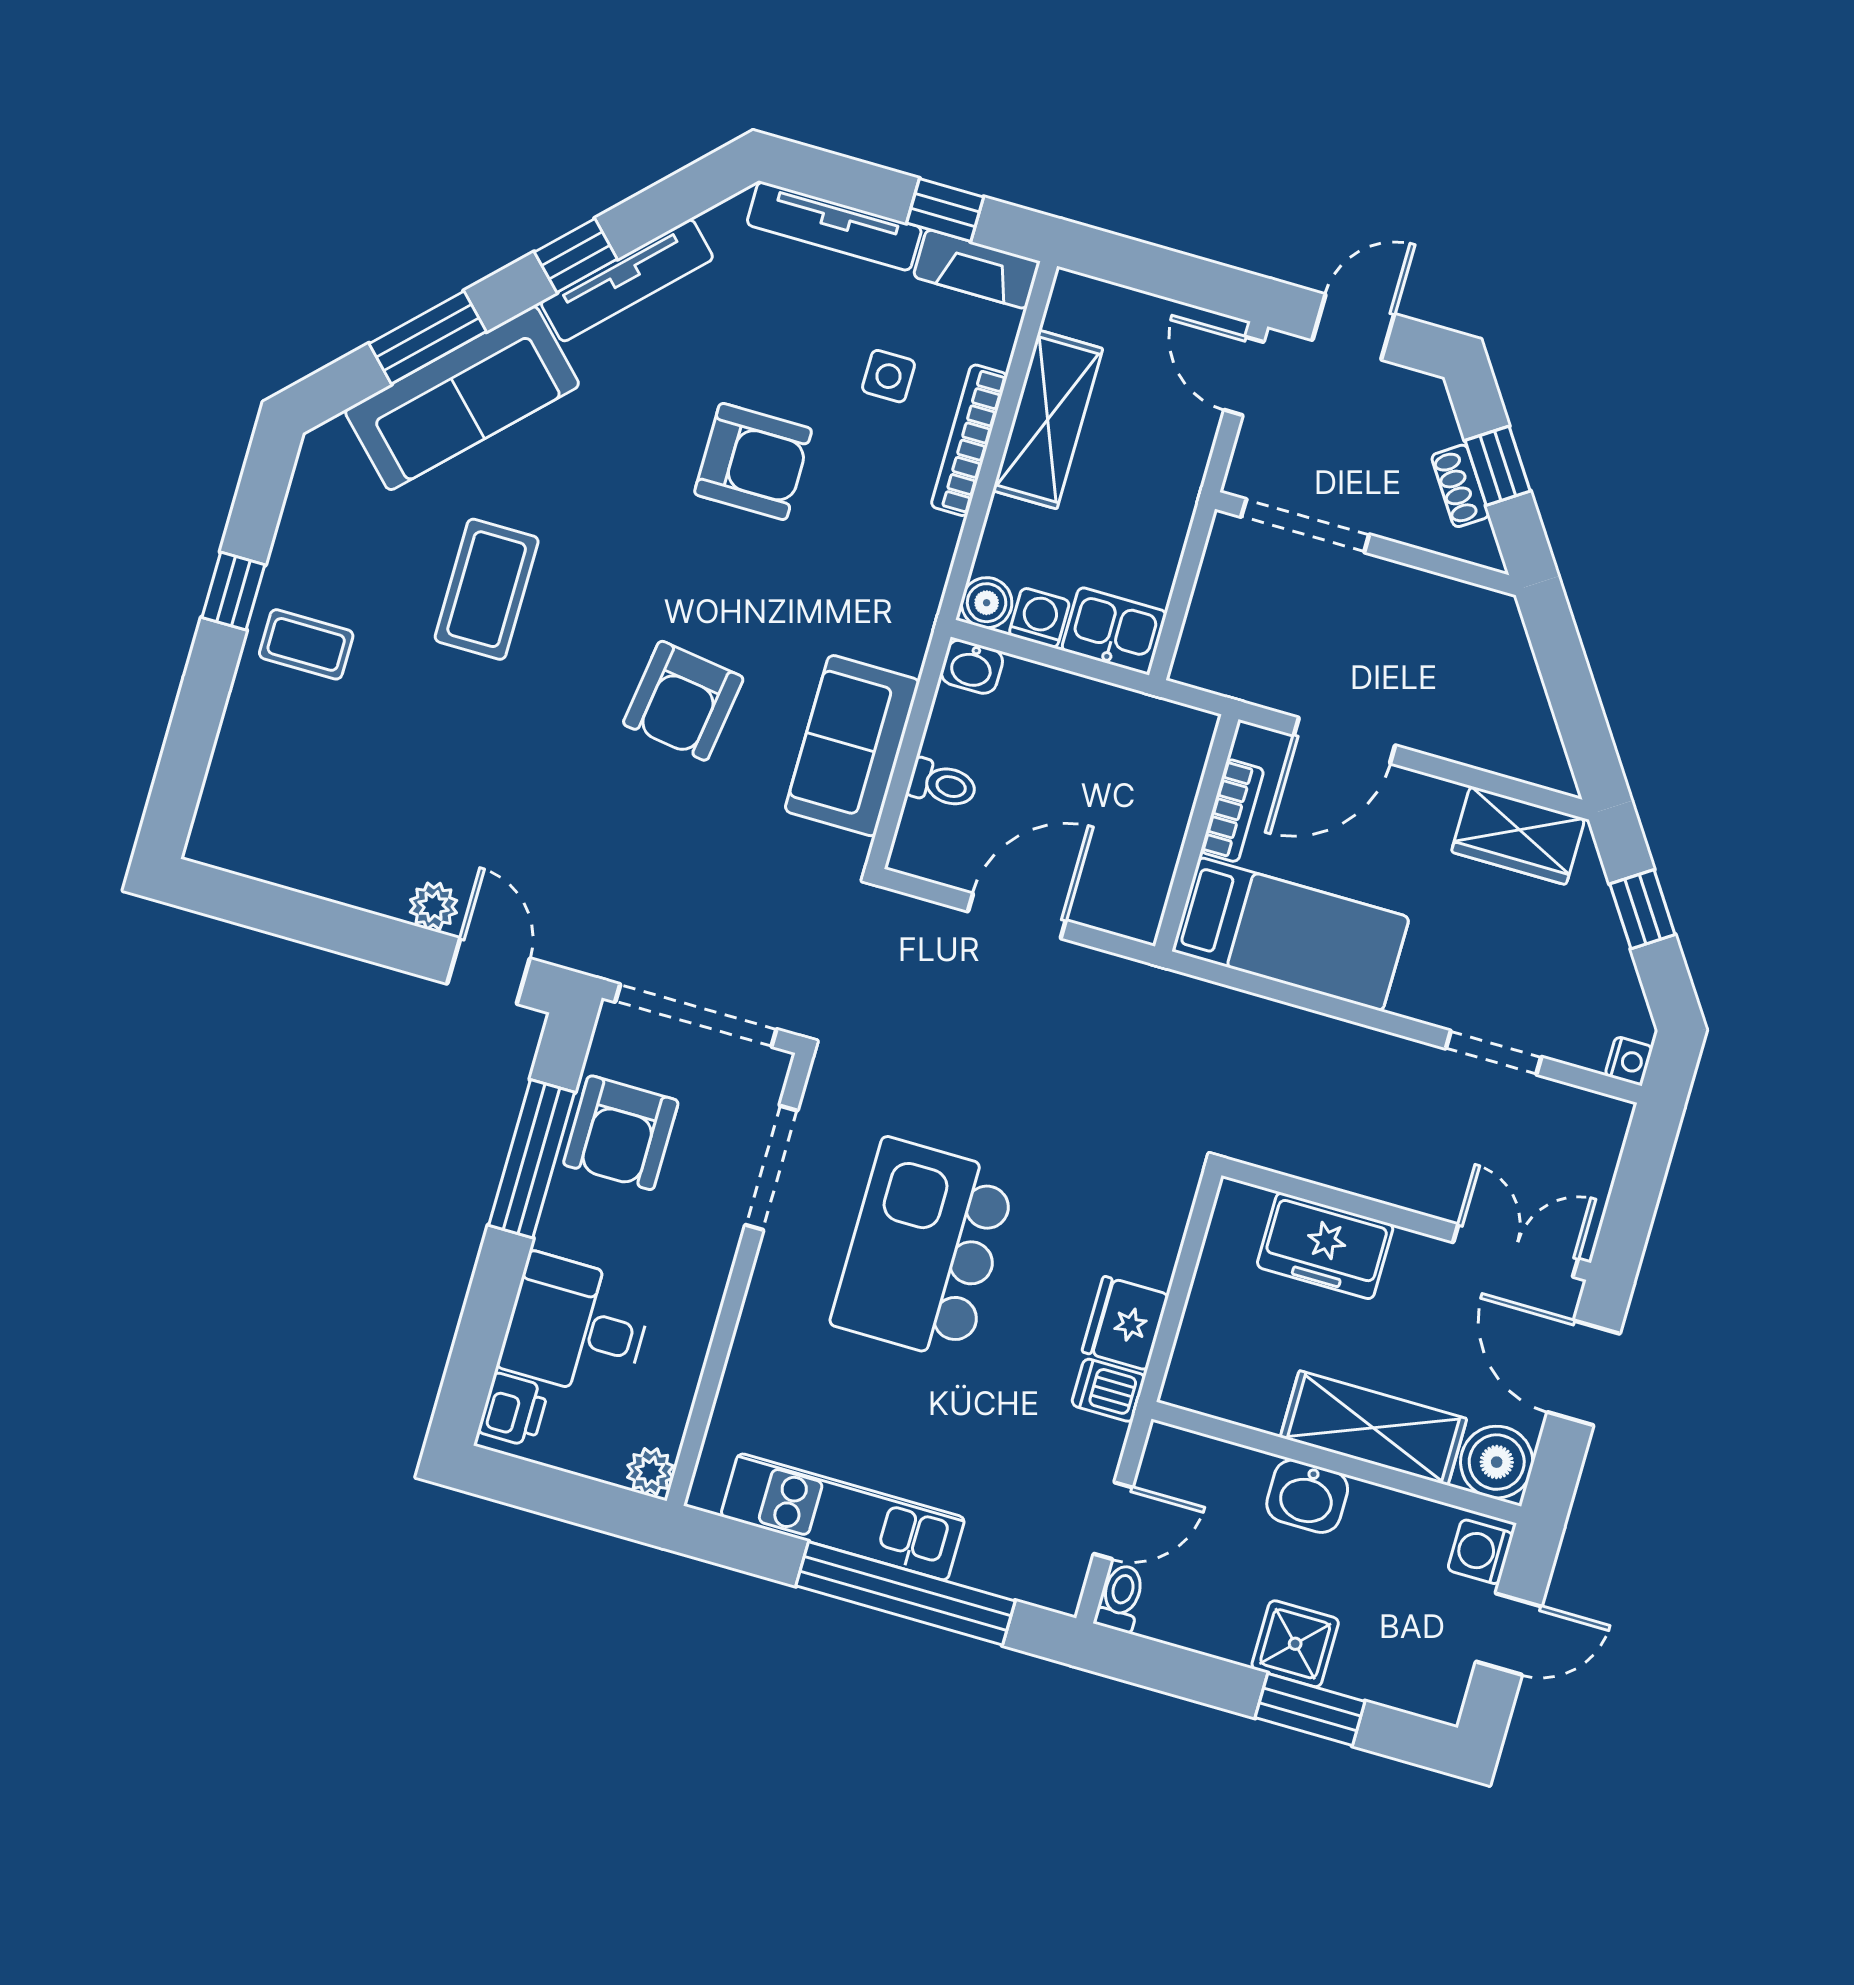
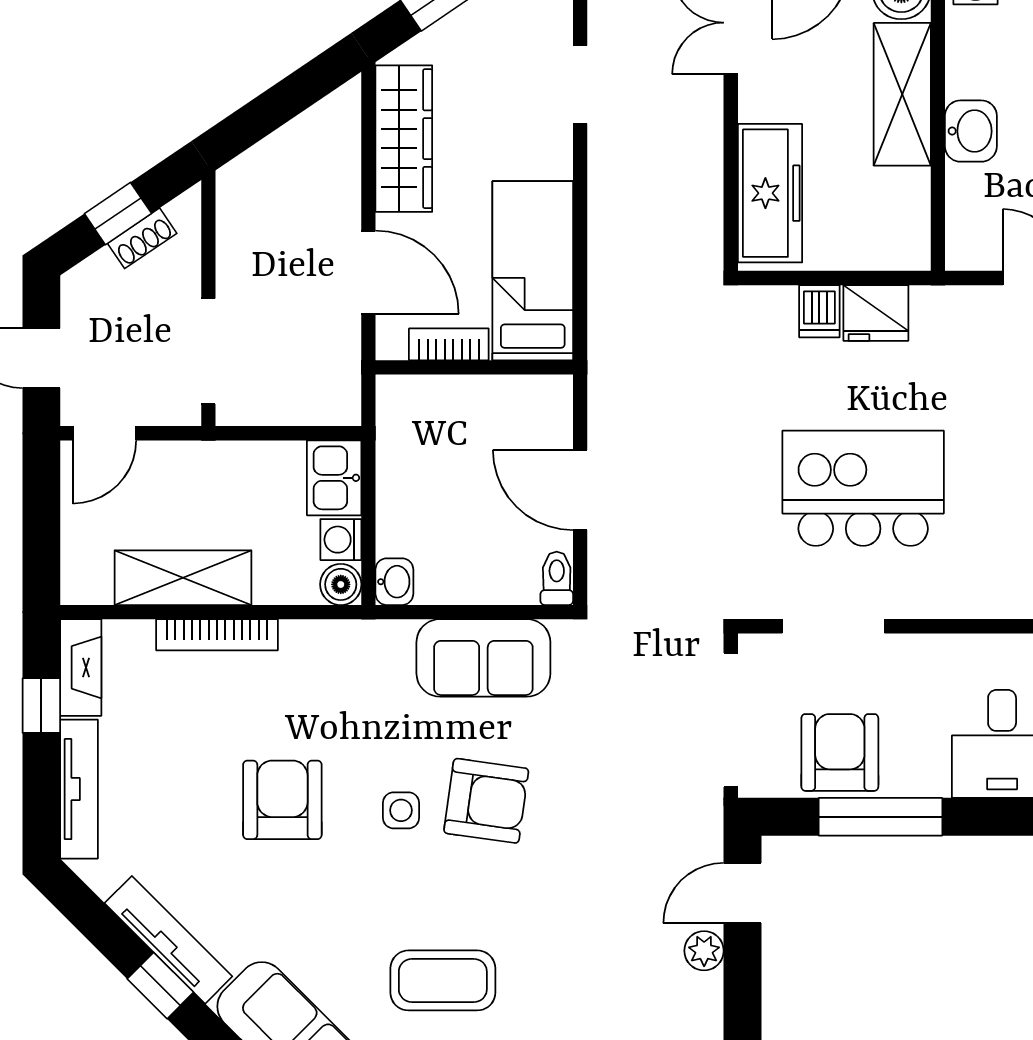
side table: (889, 376) -> (401, 810), moved
toilet: (942, 784) -> (557, 578), moved
wardrobe: (1518, 835) -> (404, 139), width x1.50
armchair: (621, 1133) -> (840, 752), turned -90
freezer: (1325, 1246) -> (770, 193), width x1.40
kitchen island: (924, 1249) -> (863, 488), turned 180
dishwasher: (1108, 1390) -> (819, 311), moved

